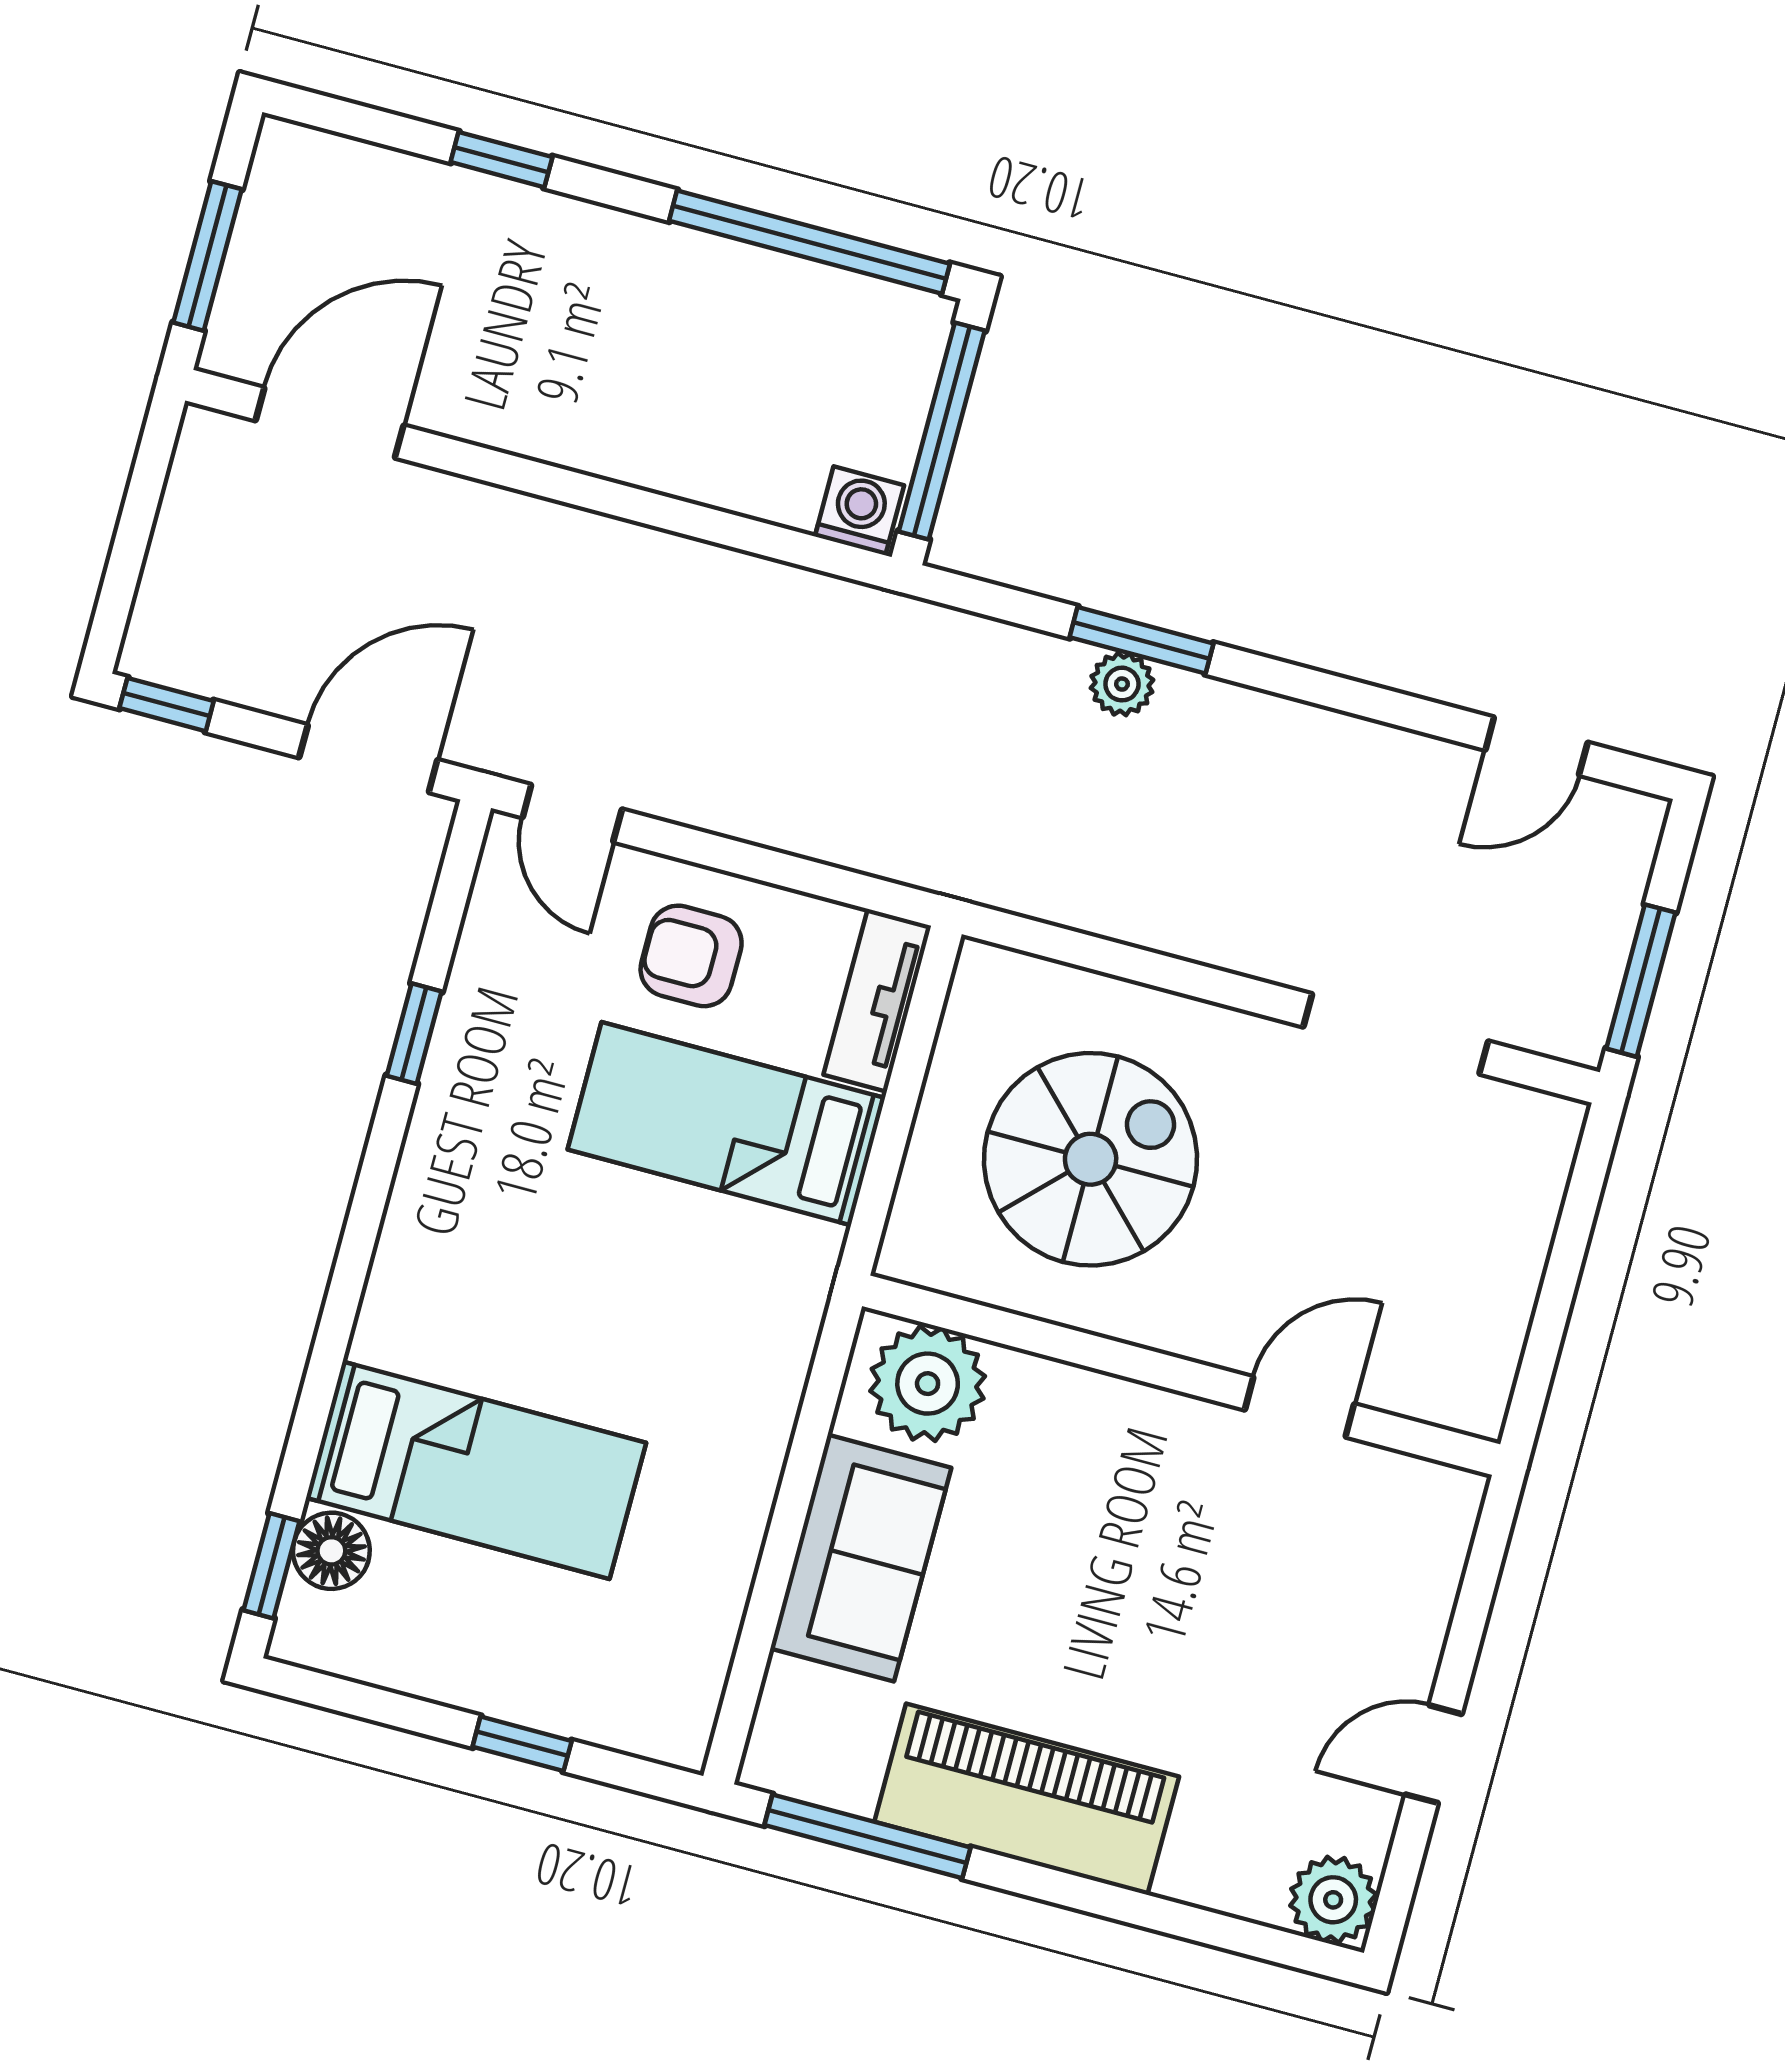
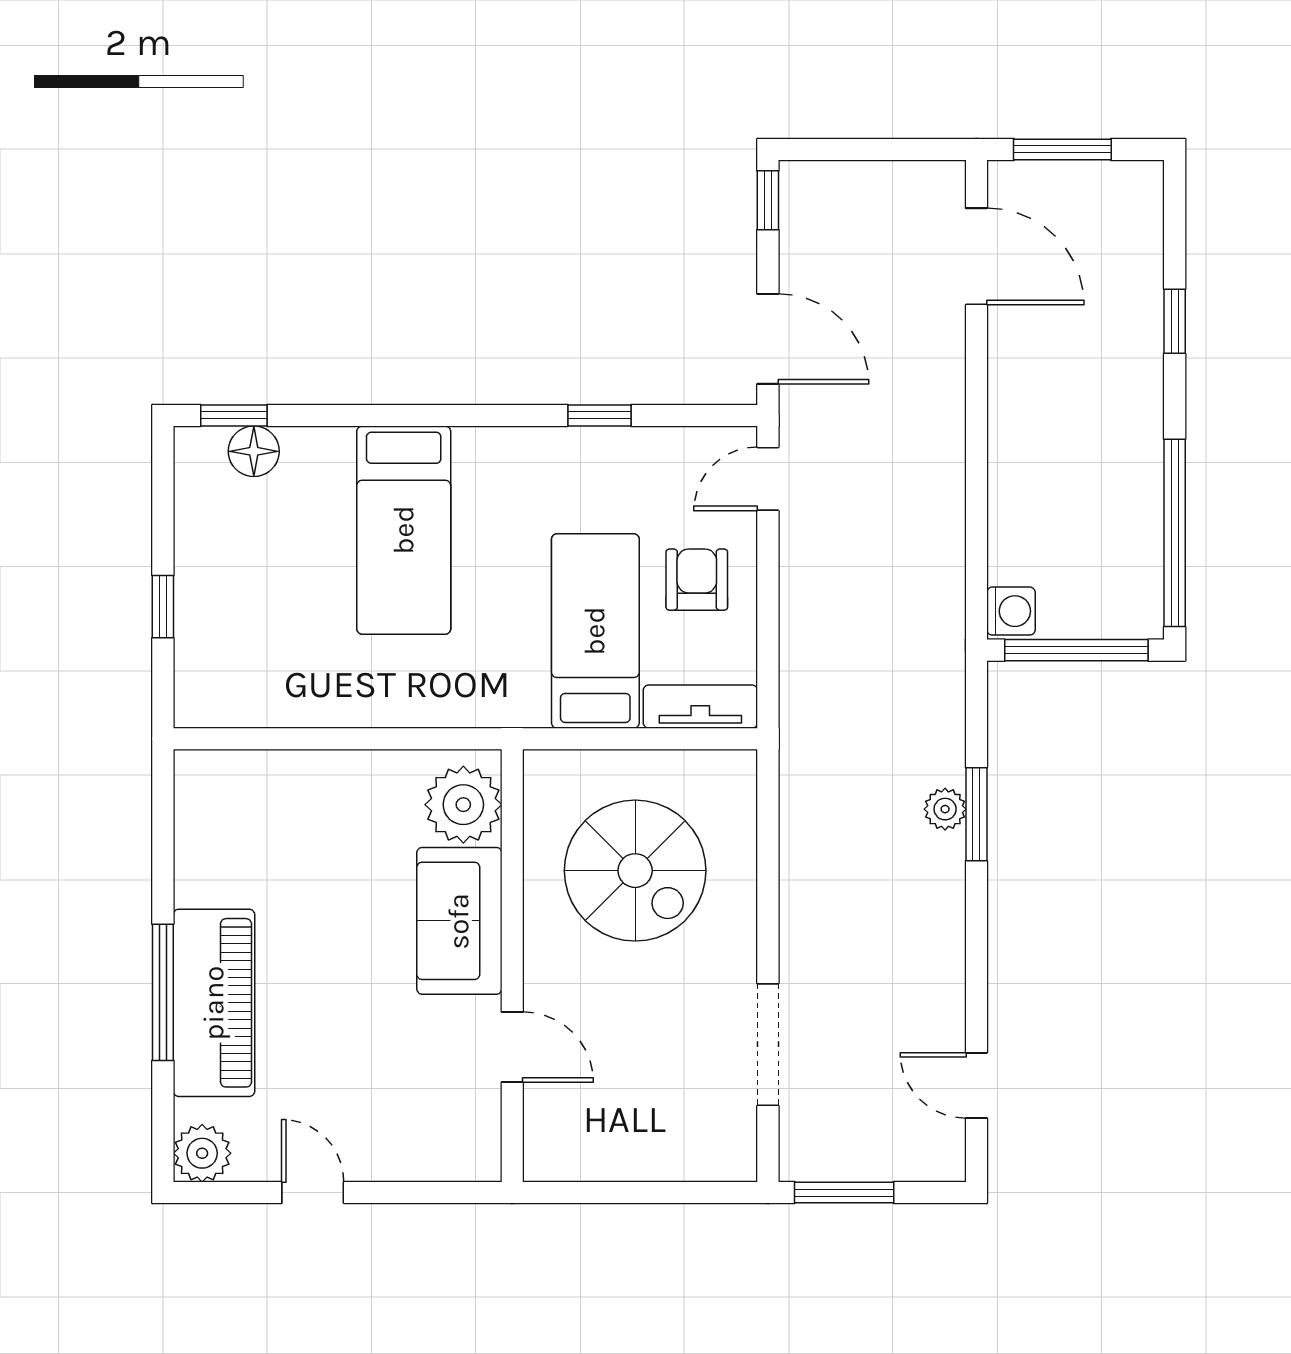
bed: (476, 1470) -> (404, 530), moved
sofa: (861, 1558) -> (459, 921), moved, turned 90
piano: (1027, 1799) -> (214, 1003), moved
window: (867, 1836) -> (163, 992), moved

